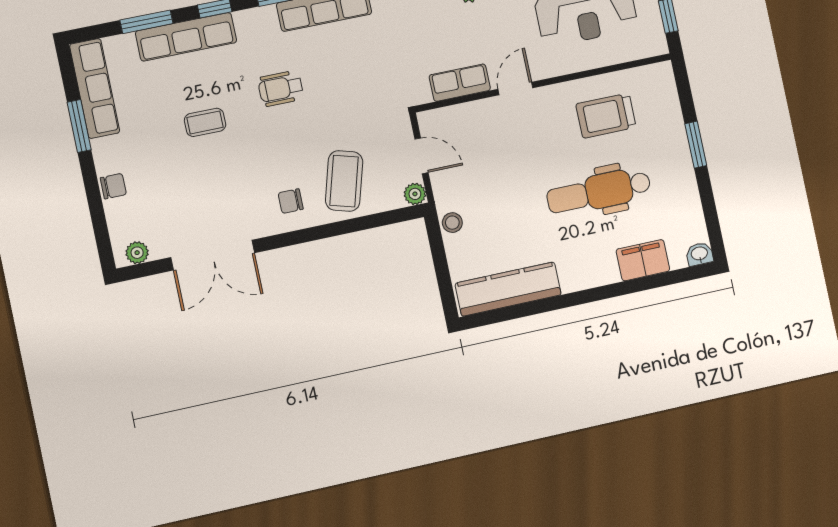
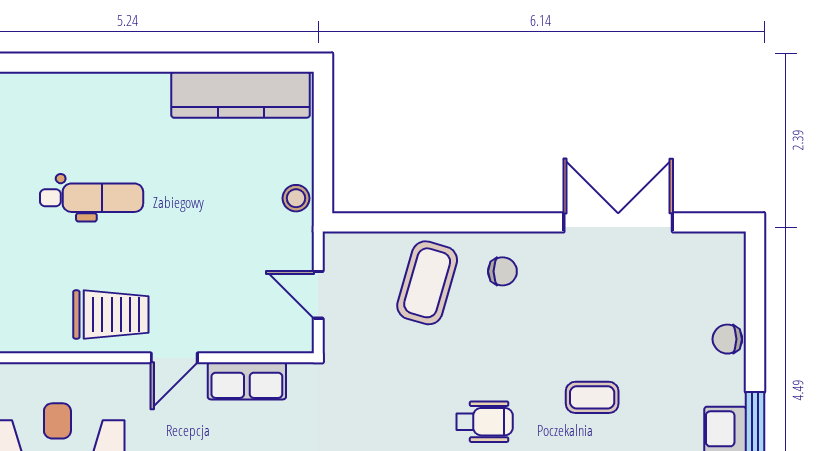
trolley: (606, 116) -> (111, 315), moved
dental chair: (599, 192) -> (92, 198), width x0.73, depth x0.72
plant: (415, 194) -> (337, 246), removed
plant: (137, 253) -> (715, 246), removed
filing cabinet: (643, 260) -> (52, 94), removed

